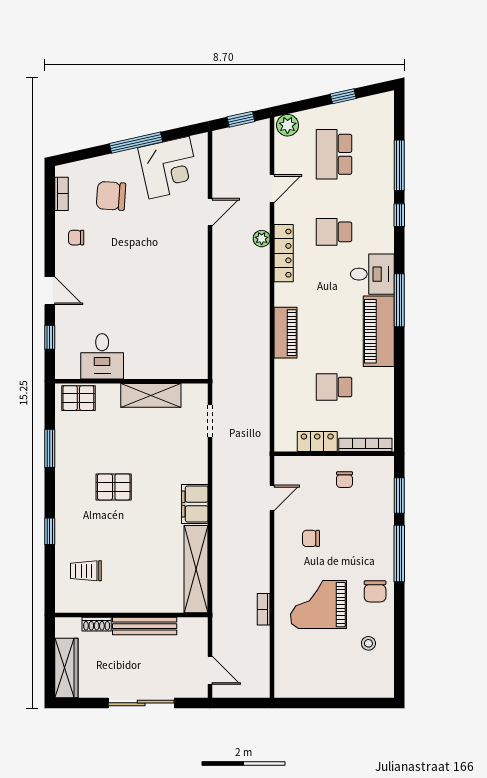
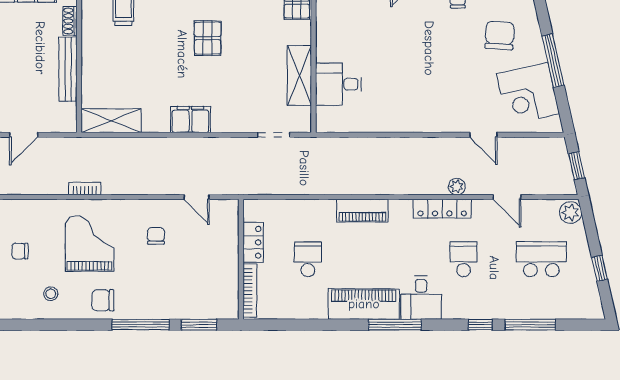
desk: (102, 356) -> (339, 84), moved
chair: (344, 480) -> (20, 251), moved
shelving: (196, 569) -> (111, 121), width x0.68

